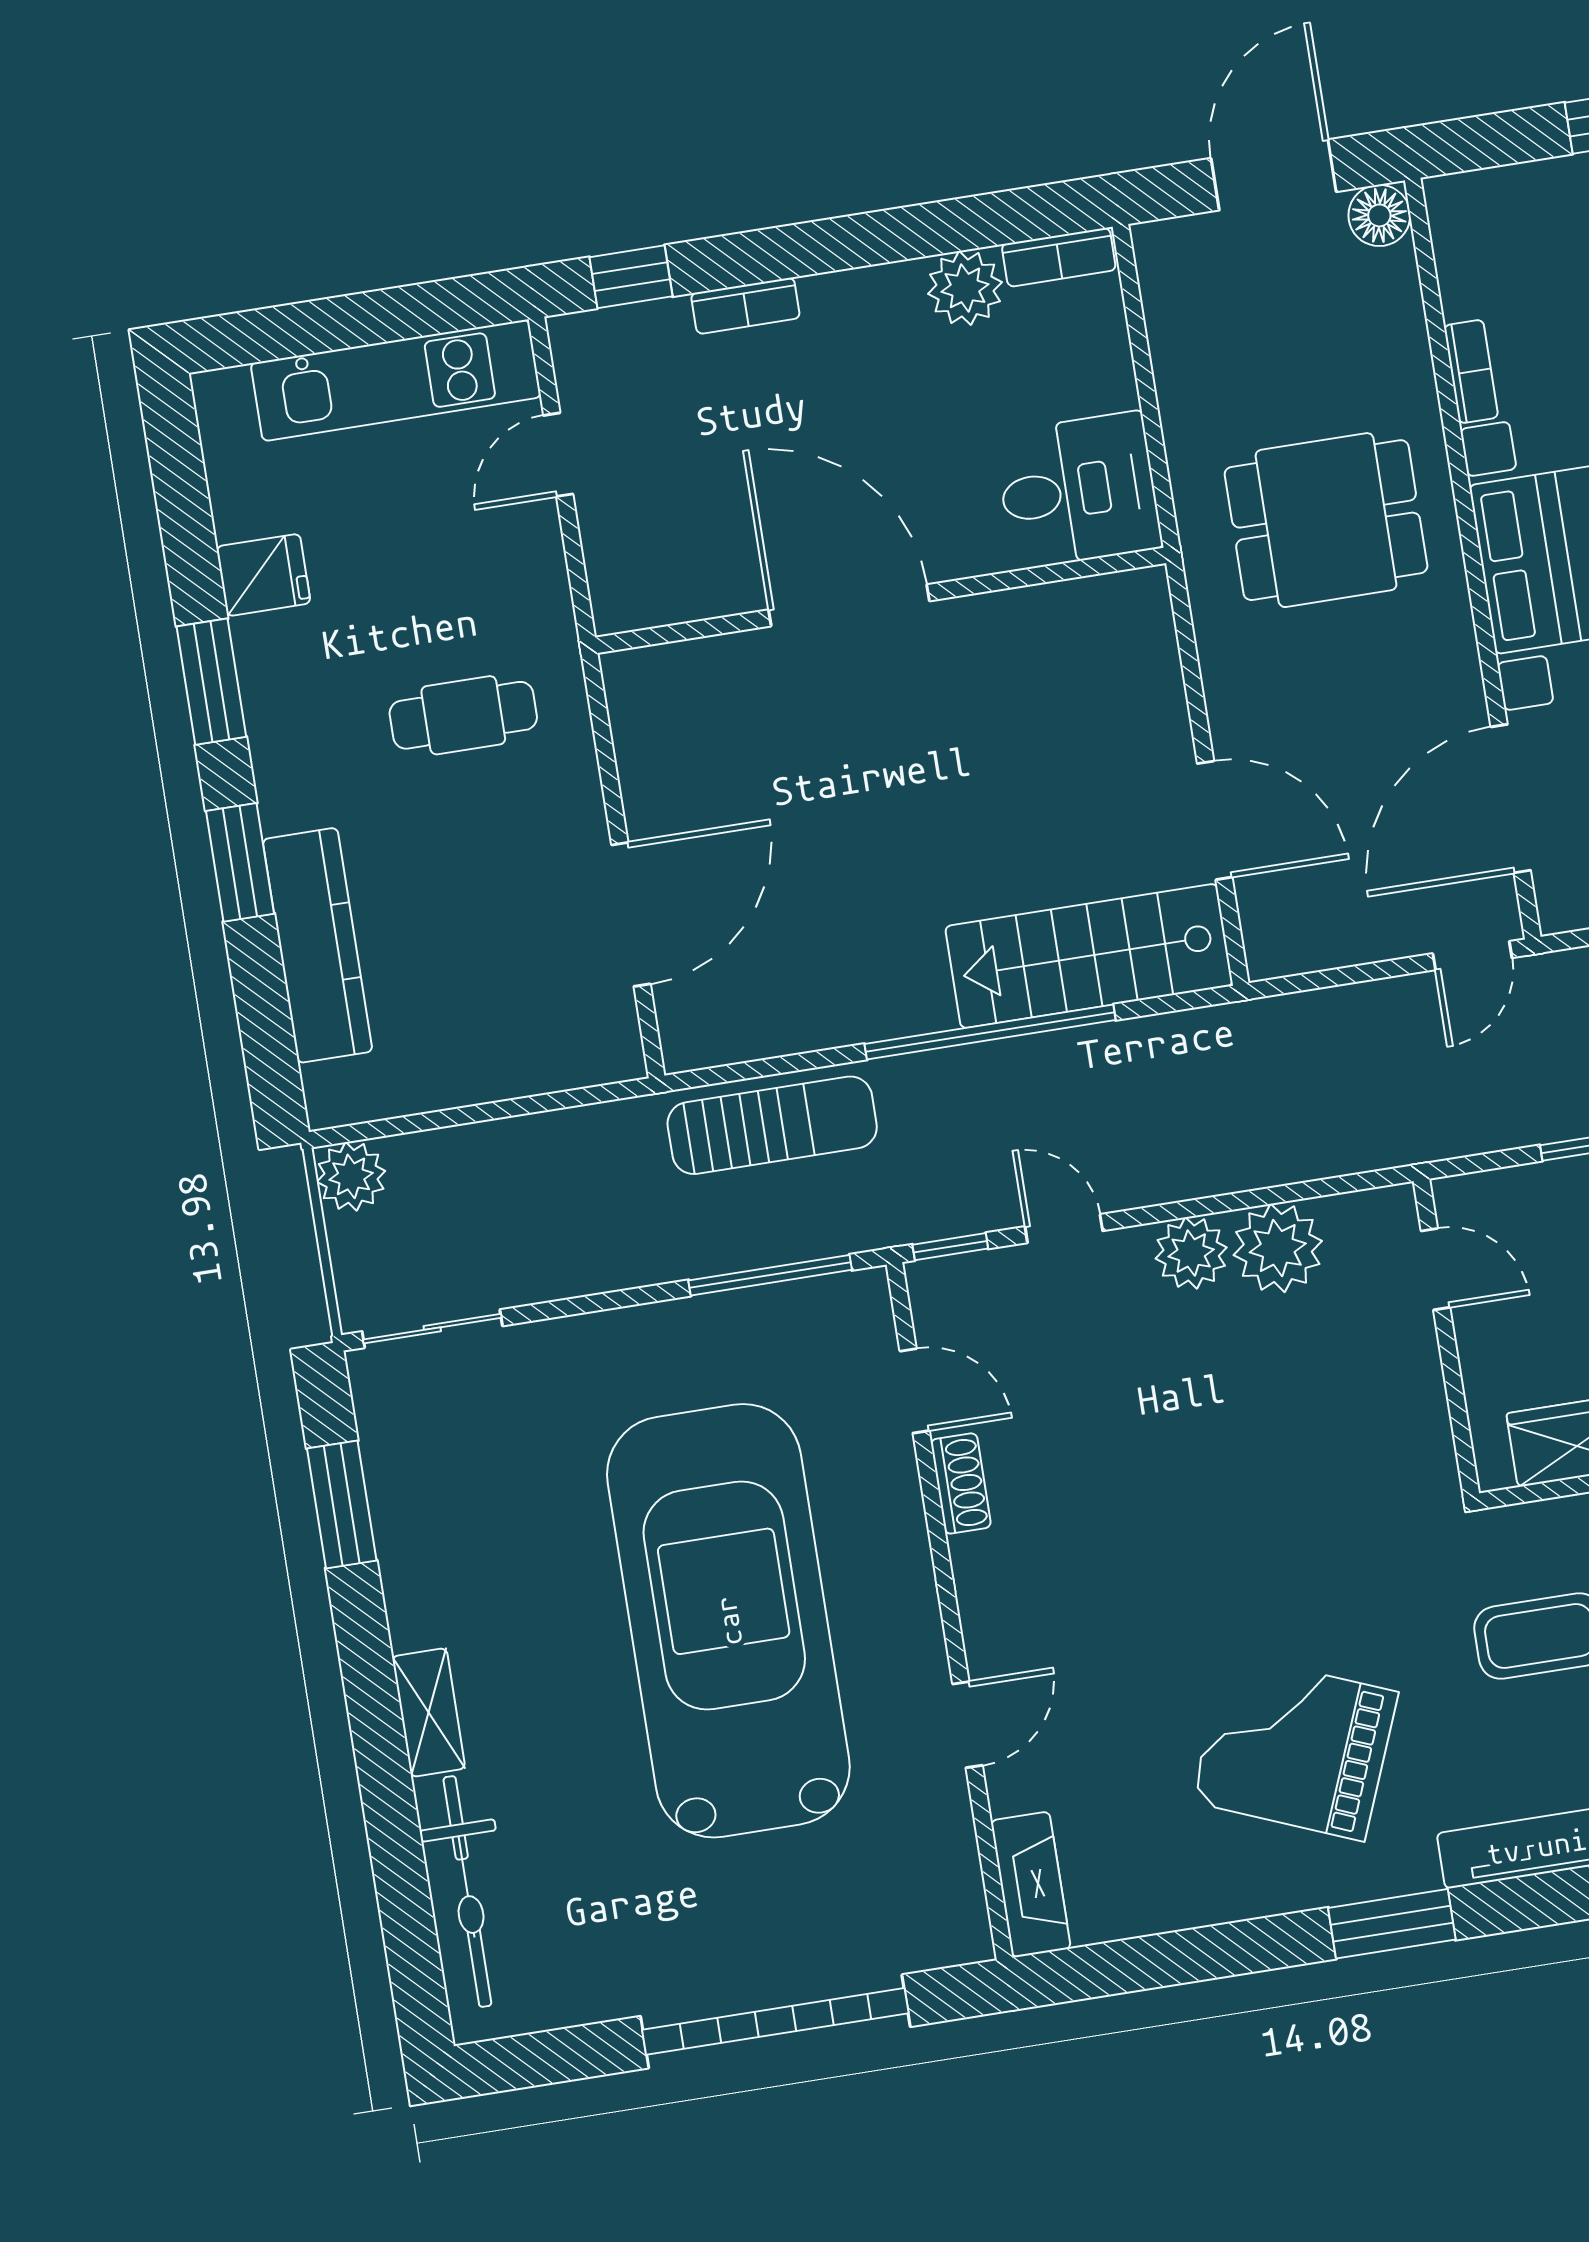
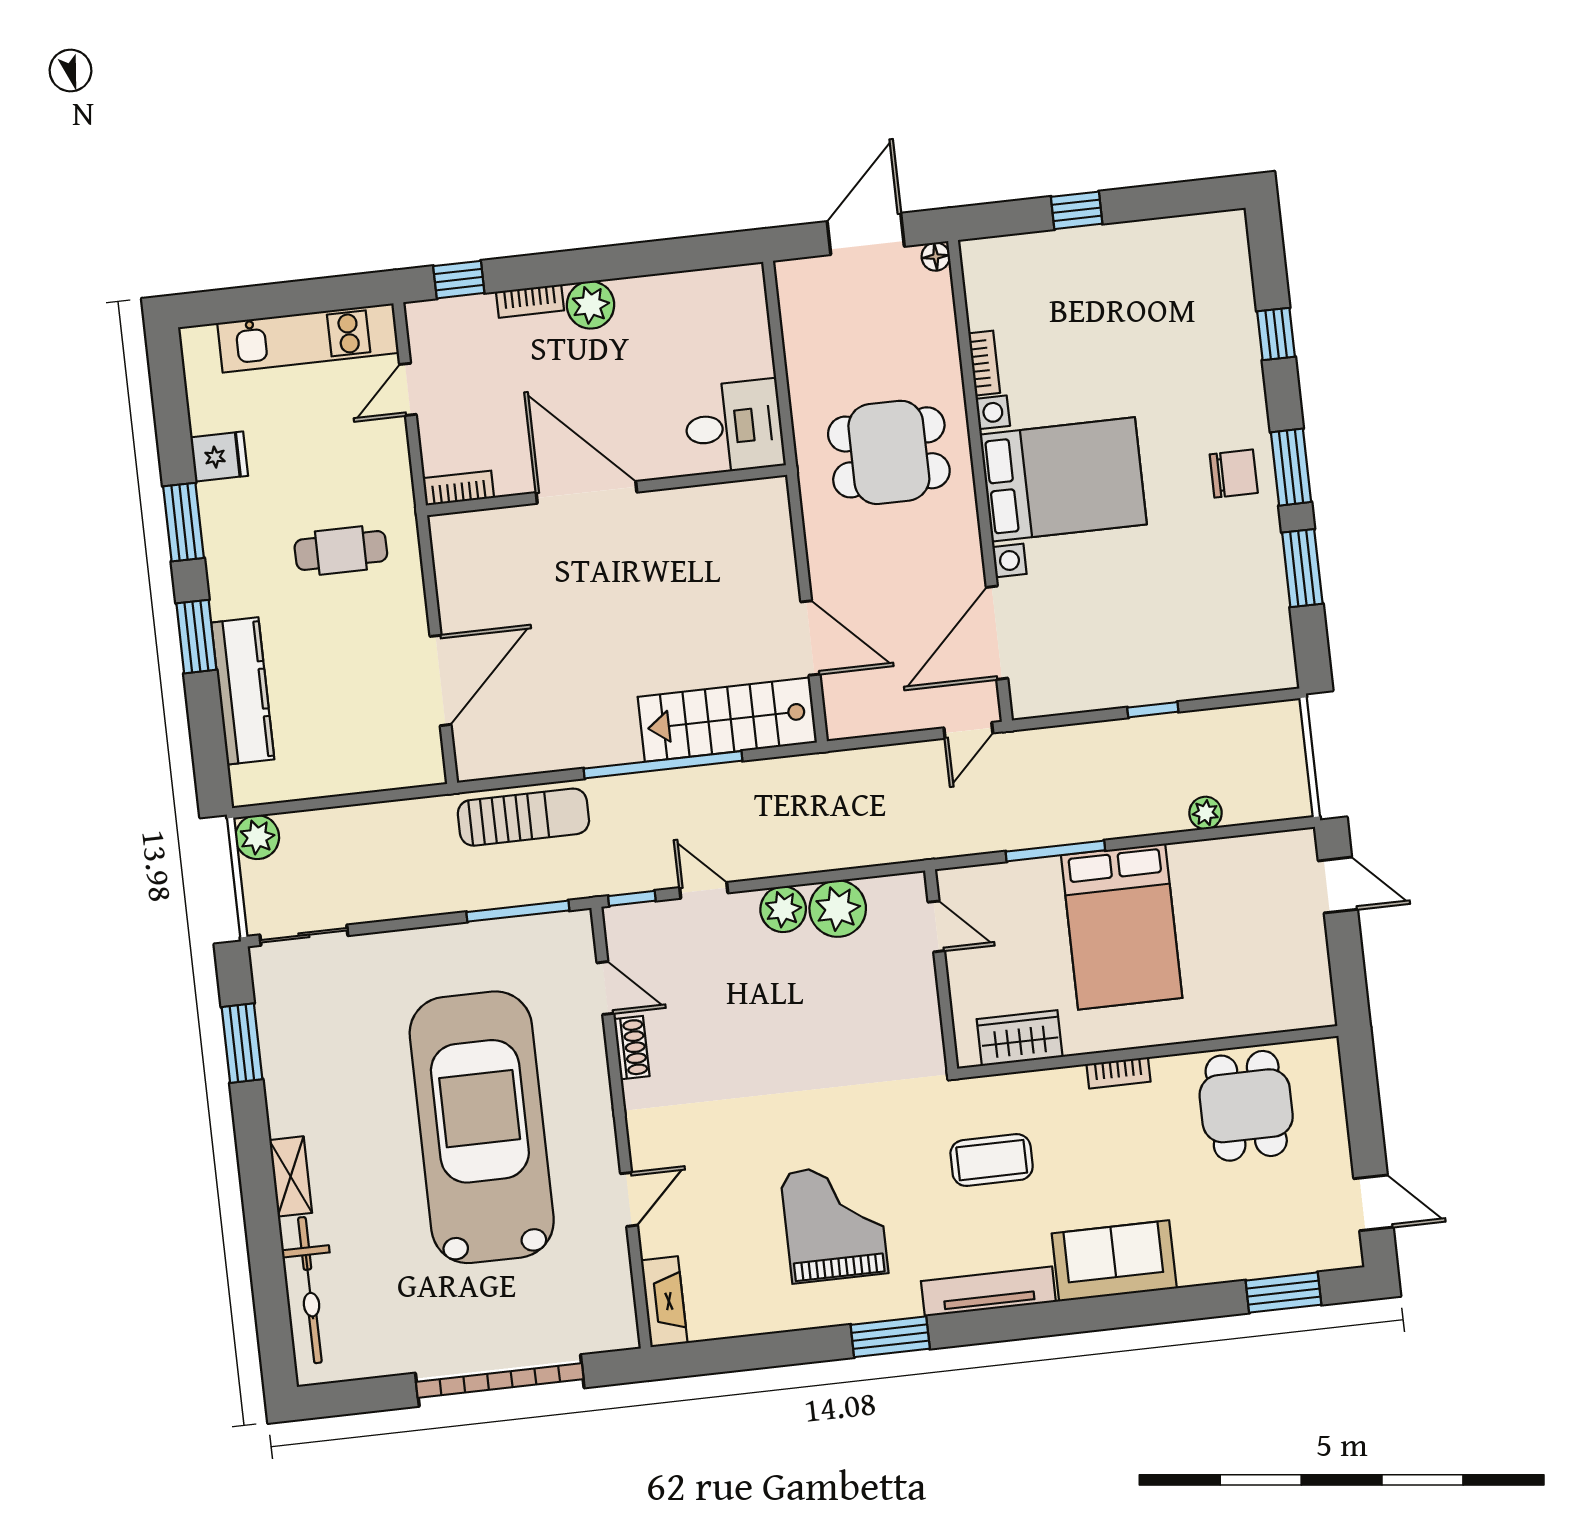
floor lamp: (1379, 215) -> (936, 257), width x0.73, depth x0.73
bookcase: (1059, 257) -> (459, 488), moved, turned 180
plant: (965, 288) -> (591, 305), moved
grand piano: (1295, 1747) -> (834, 1223), turned 68

